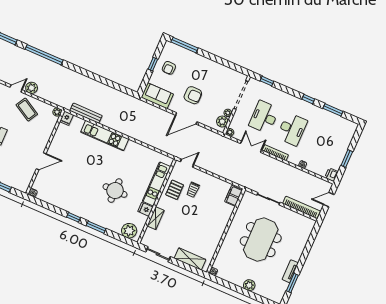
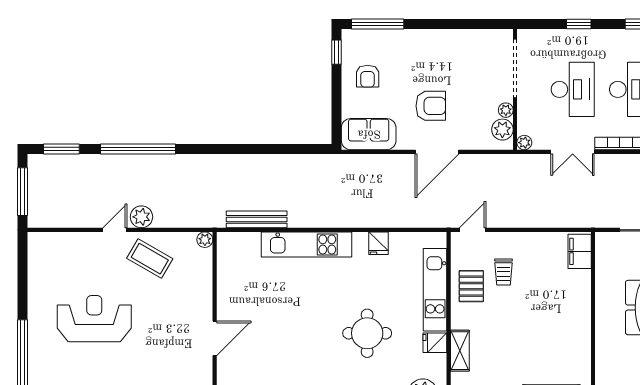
window: (153, 64) -> (337, 52), moved
window: (267, 81) -> (579, 24), moved
desk: (264, 117) -> (573, 89), turned 180
fridge: (66, 118) -> (378, 243), moved
double door: (251, 147) -> (573, 152), swing flipped

